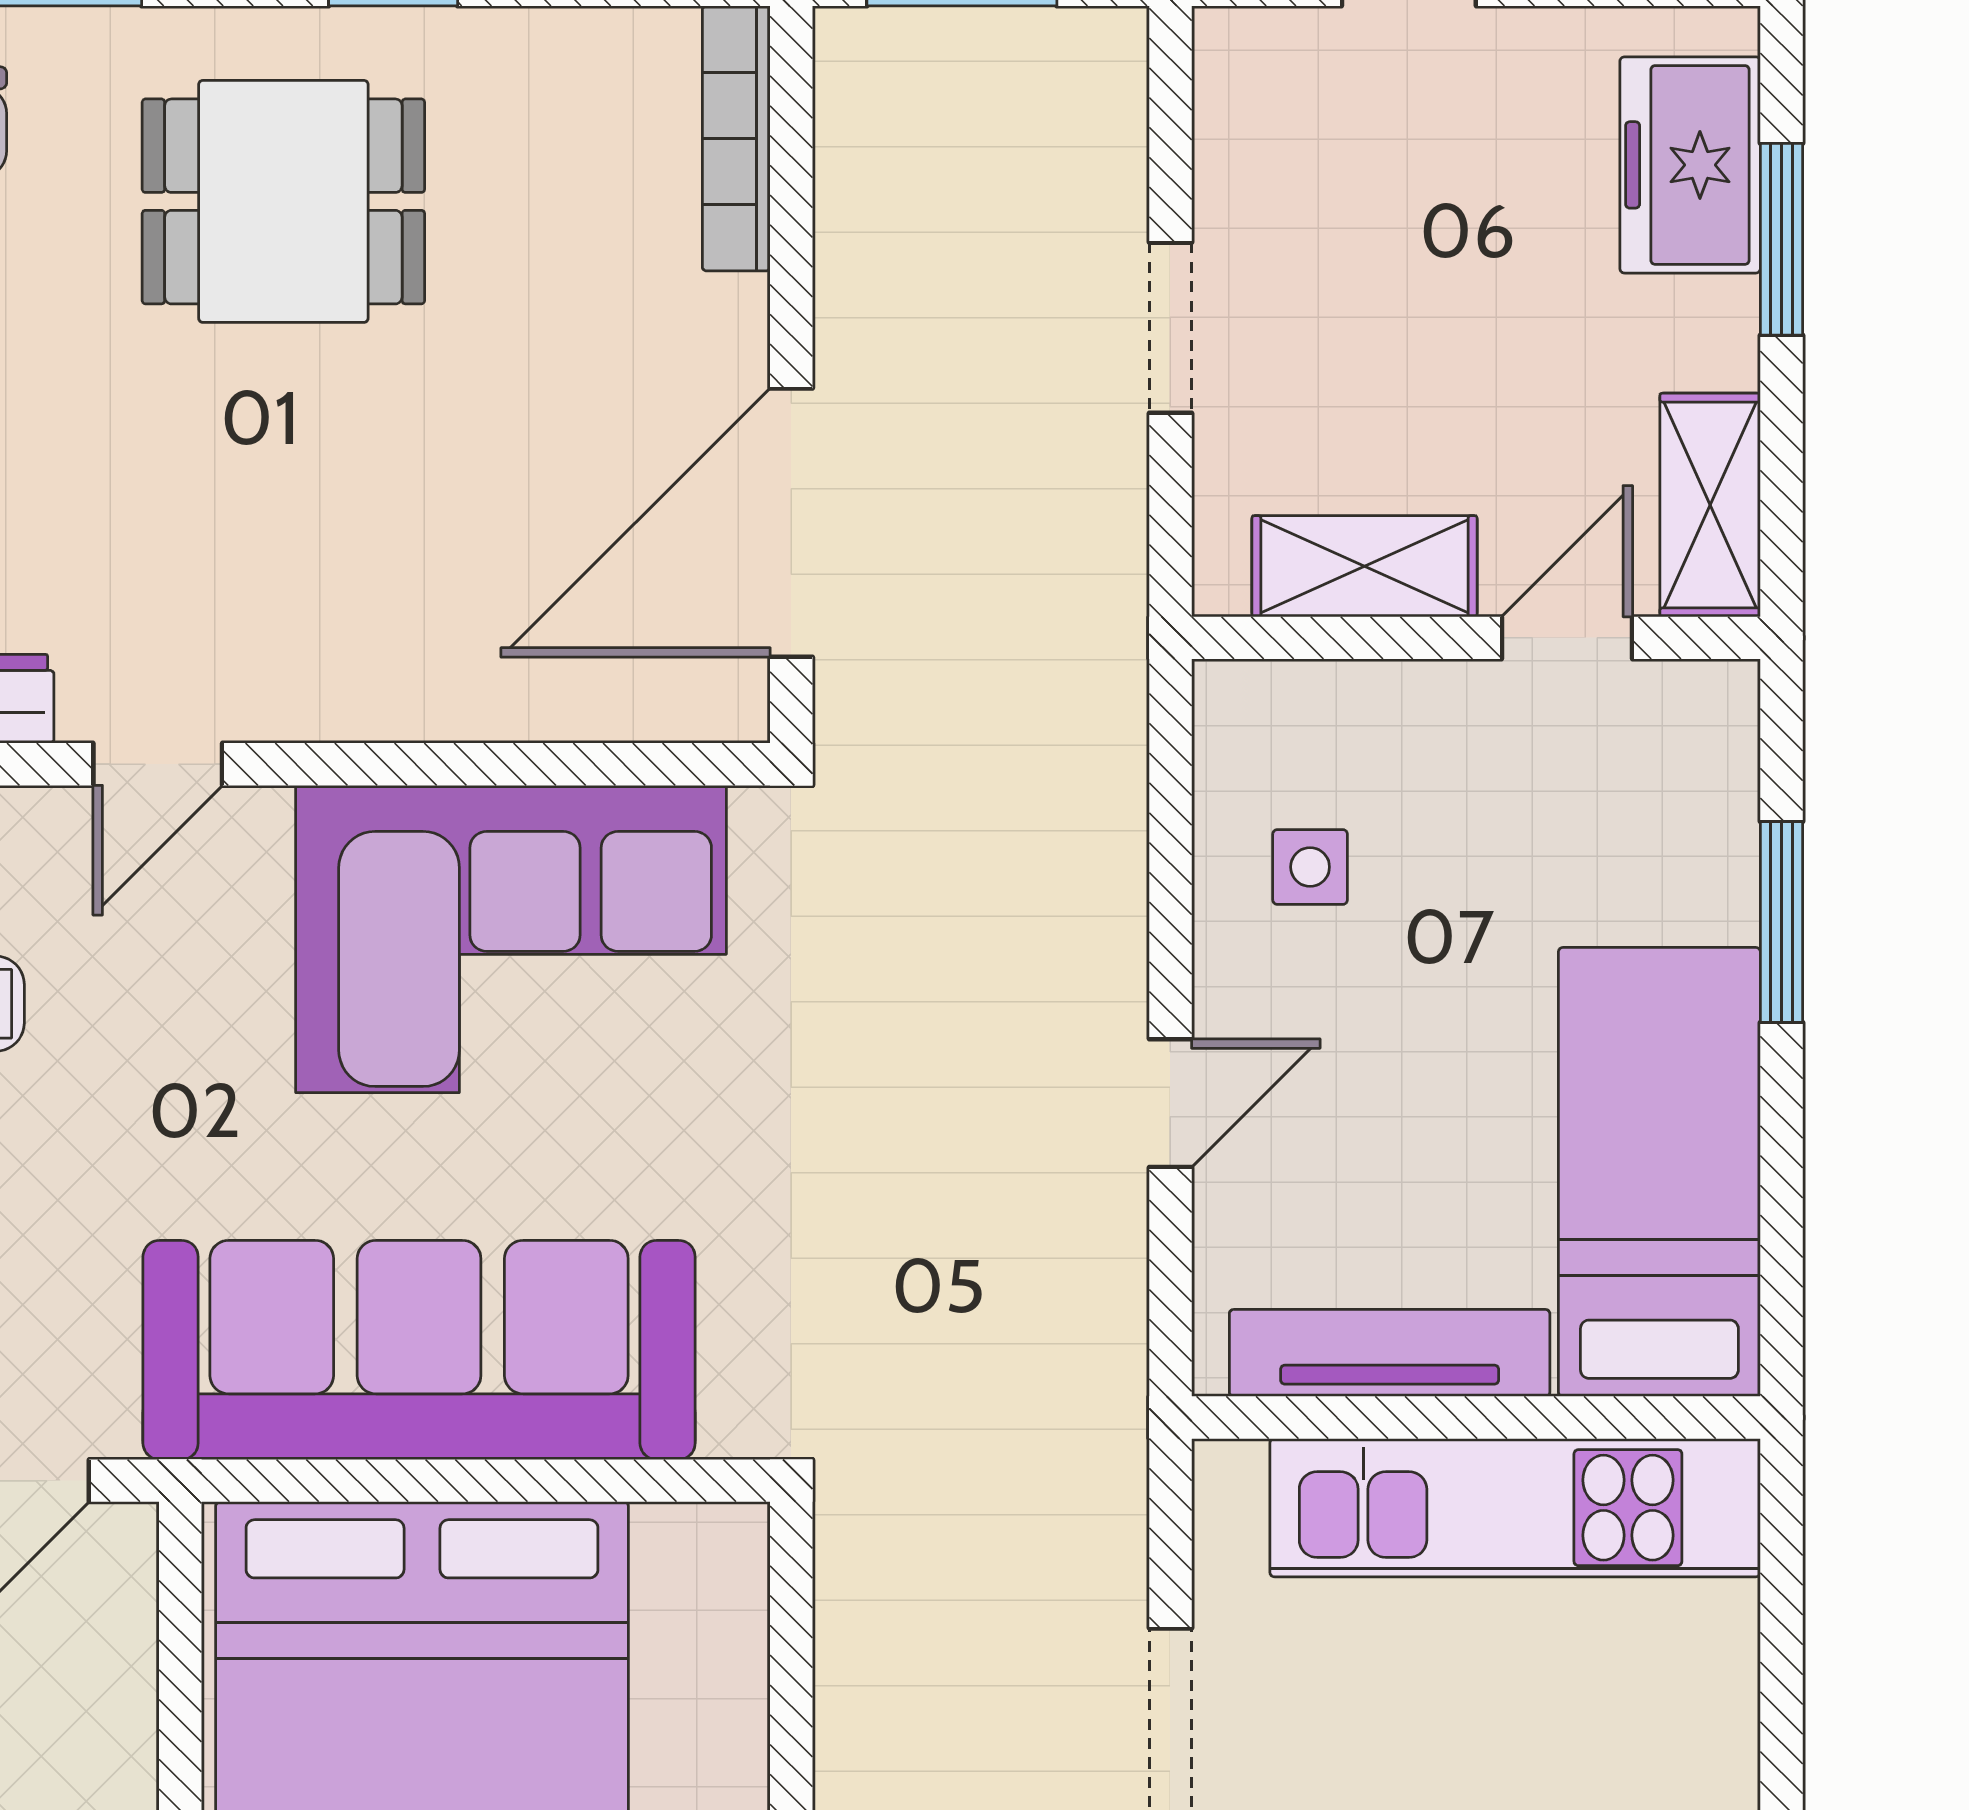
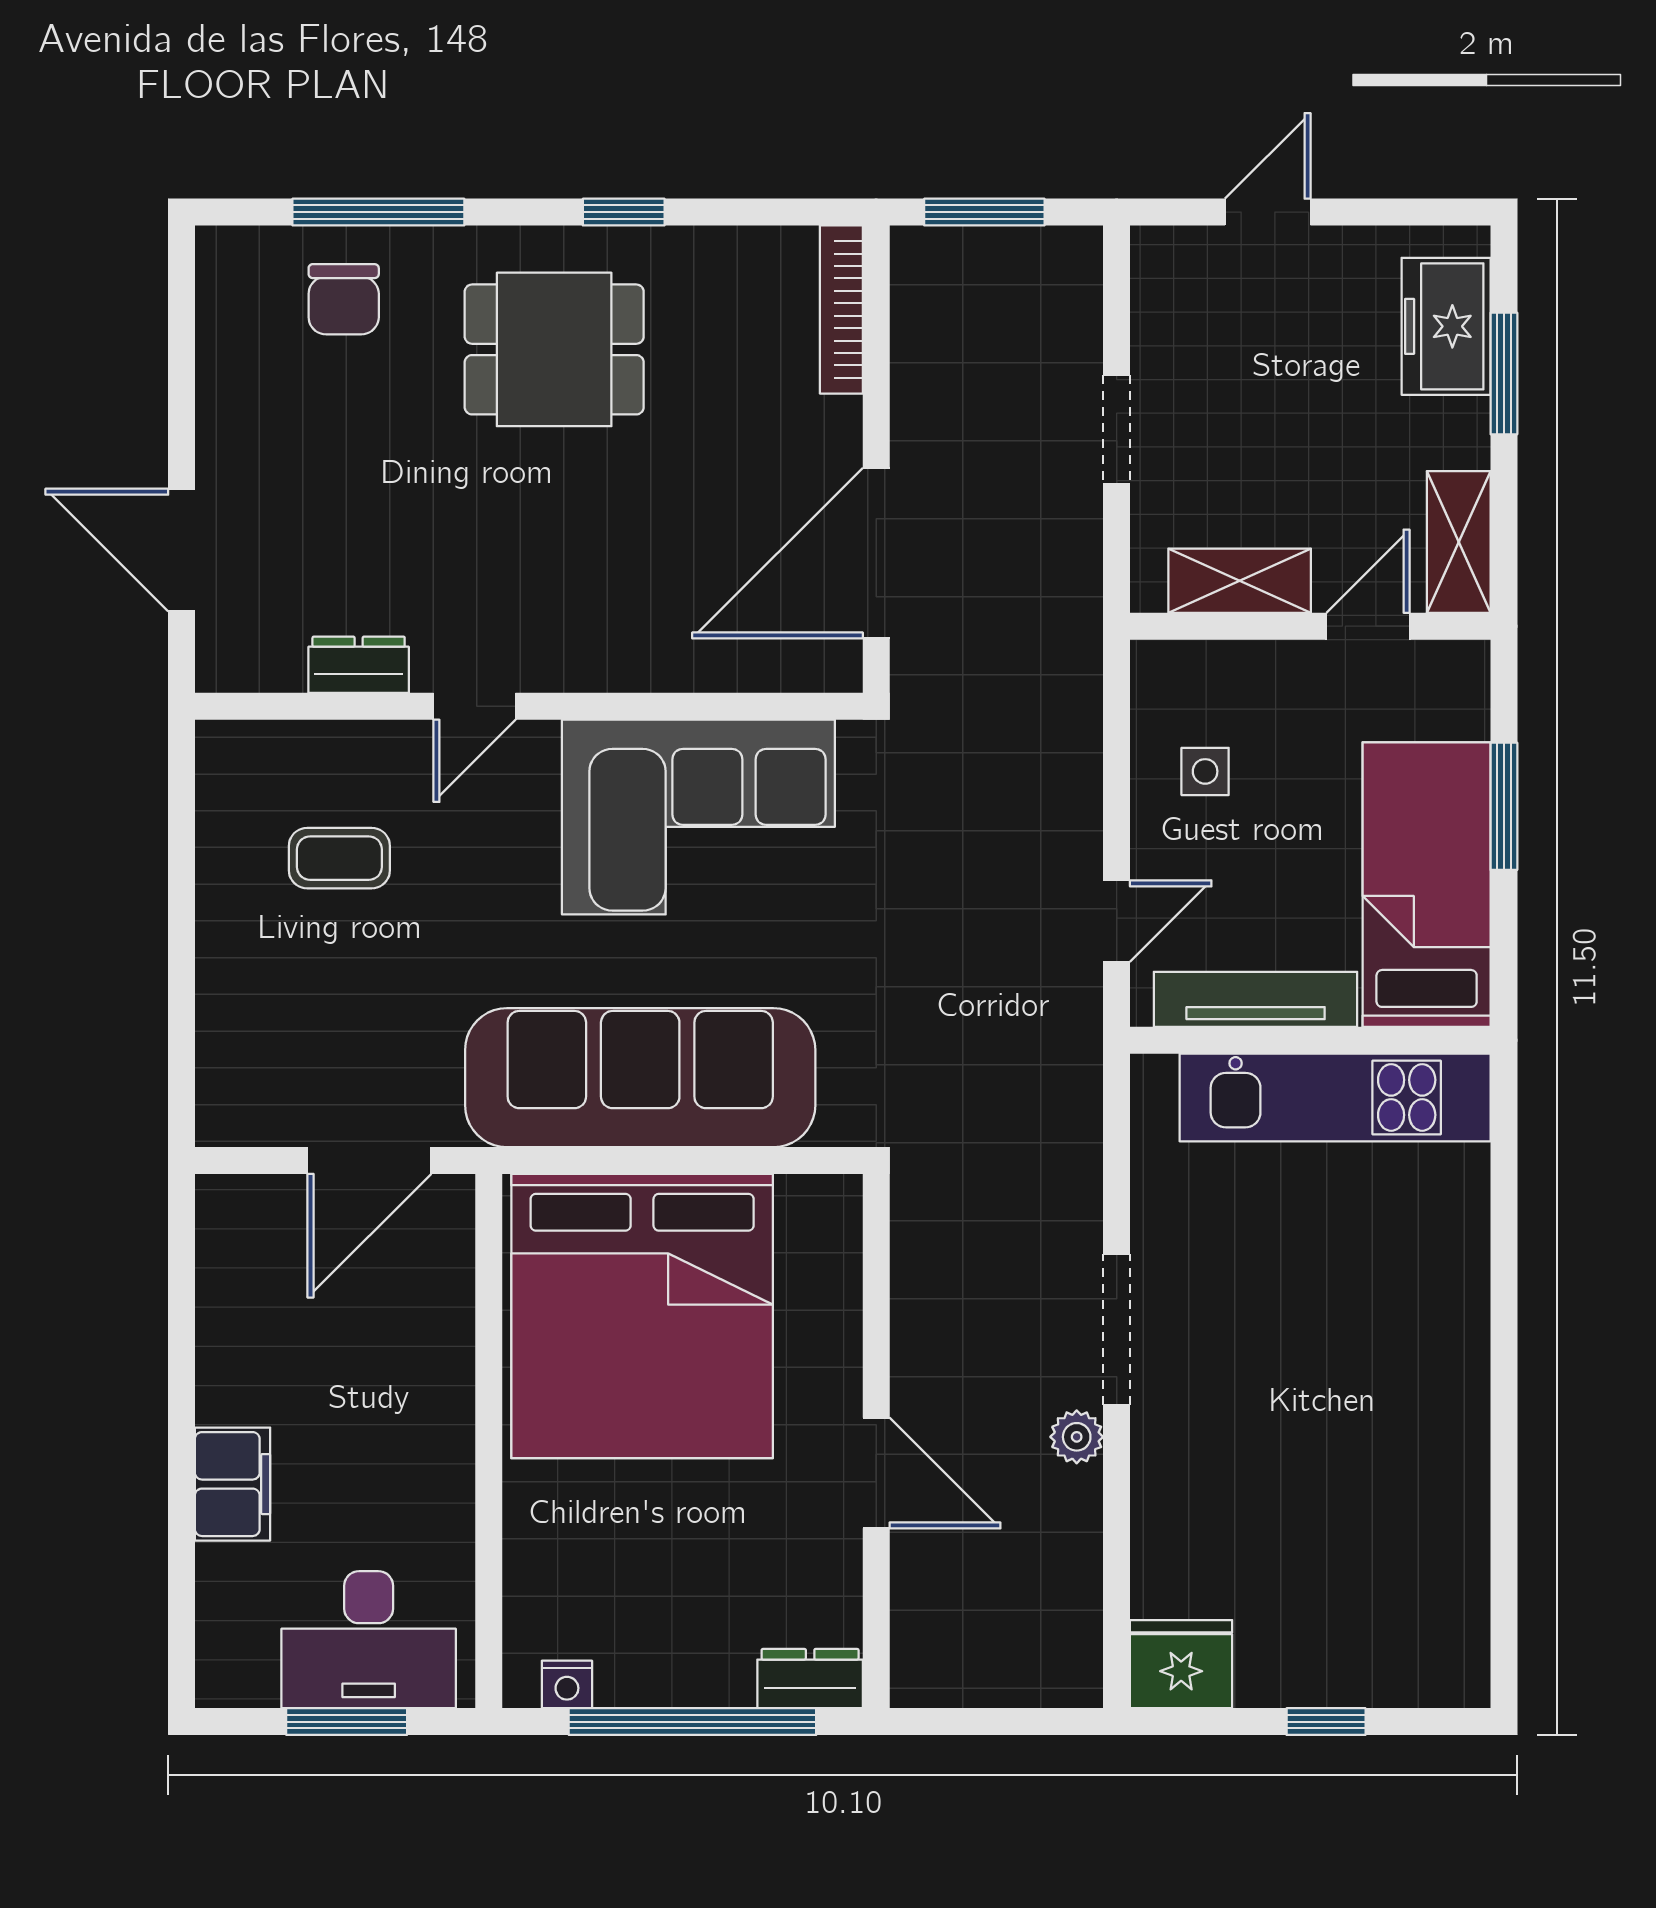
bed: (1659, 1172) -> (1427, 885), moved
tv unit: (1390, 1353) -> (1256, 999), moved
wall: (1476, 1417) -> (1310, 1040), moved
kitchen unit: (1515, 1508) -> (1335, 1097), moved

